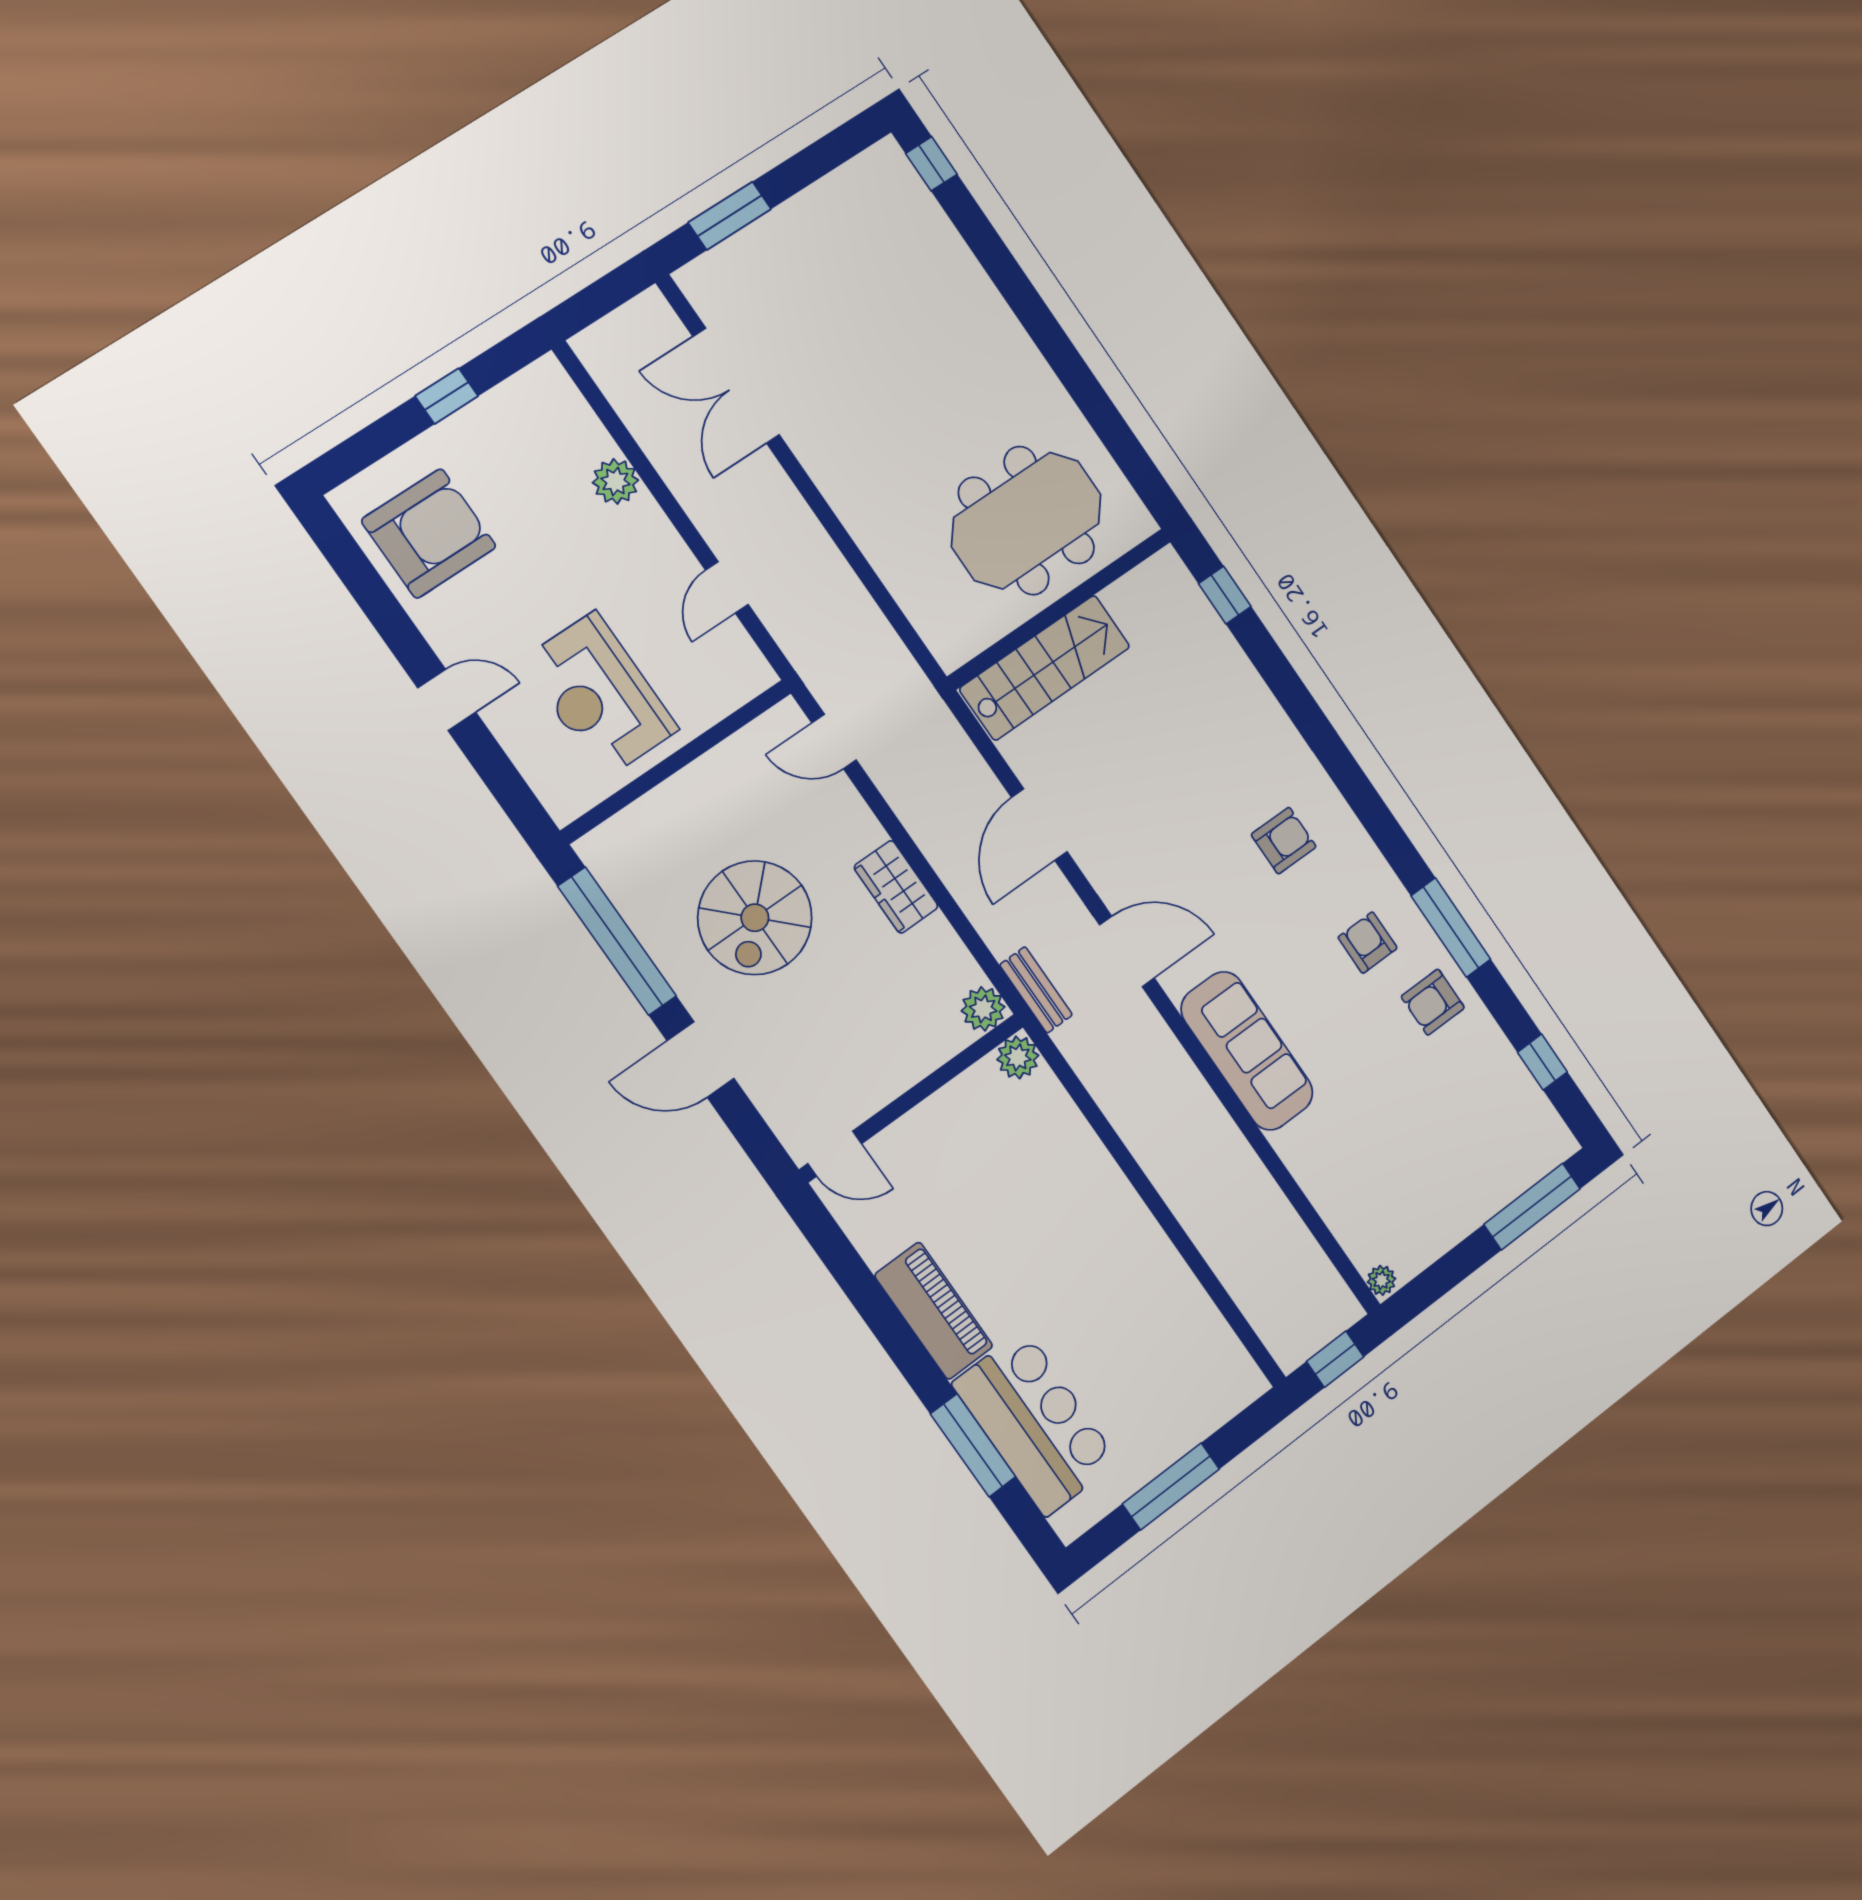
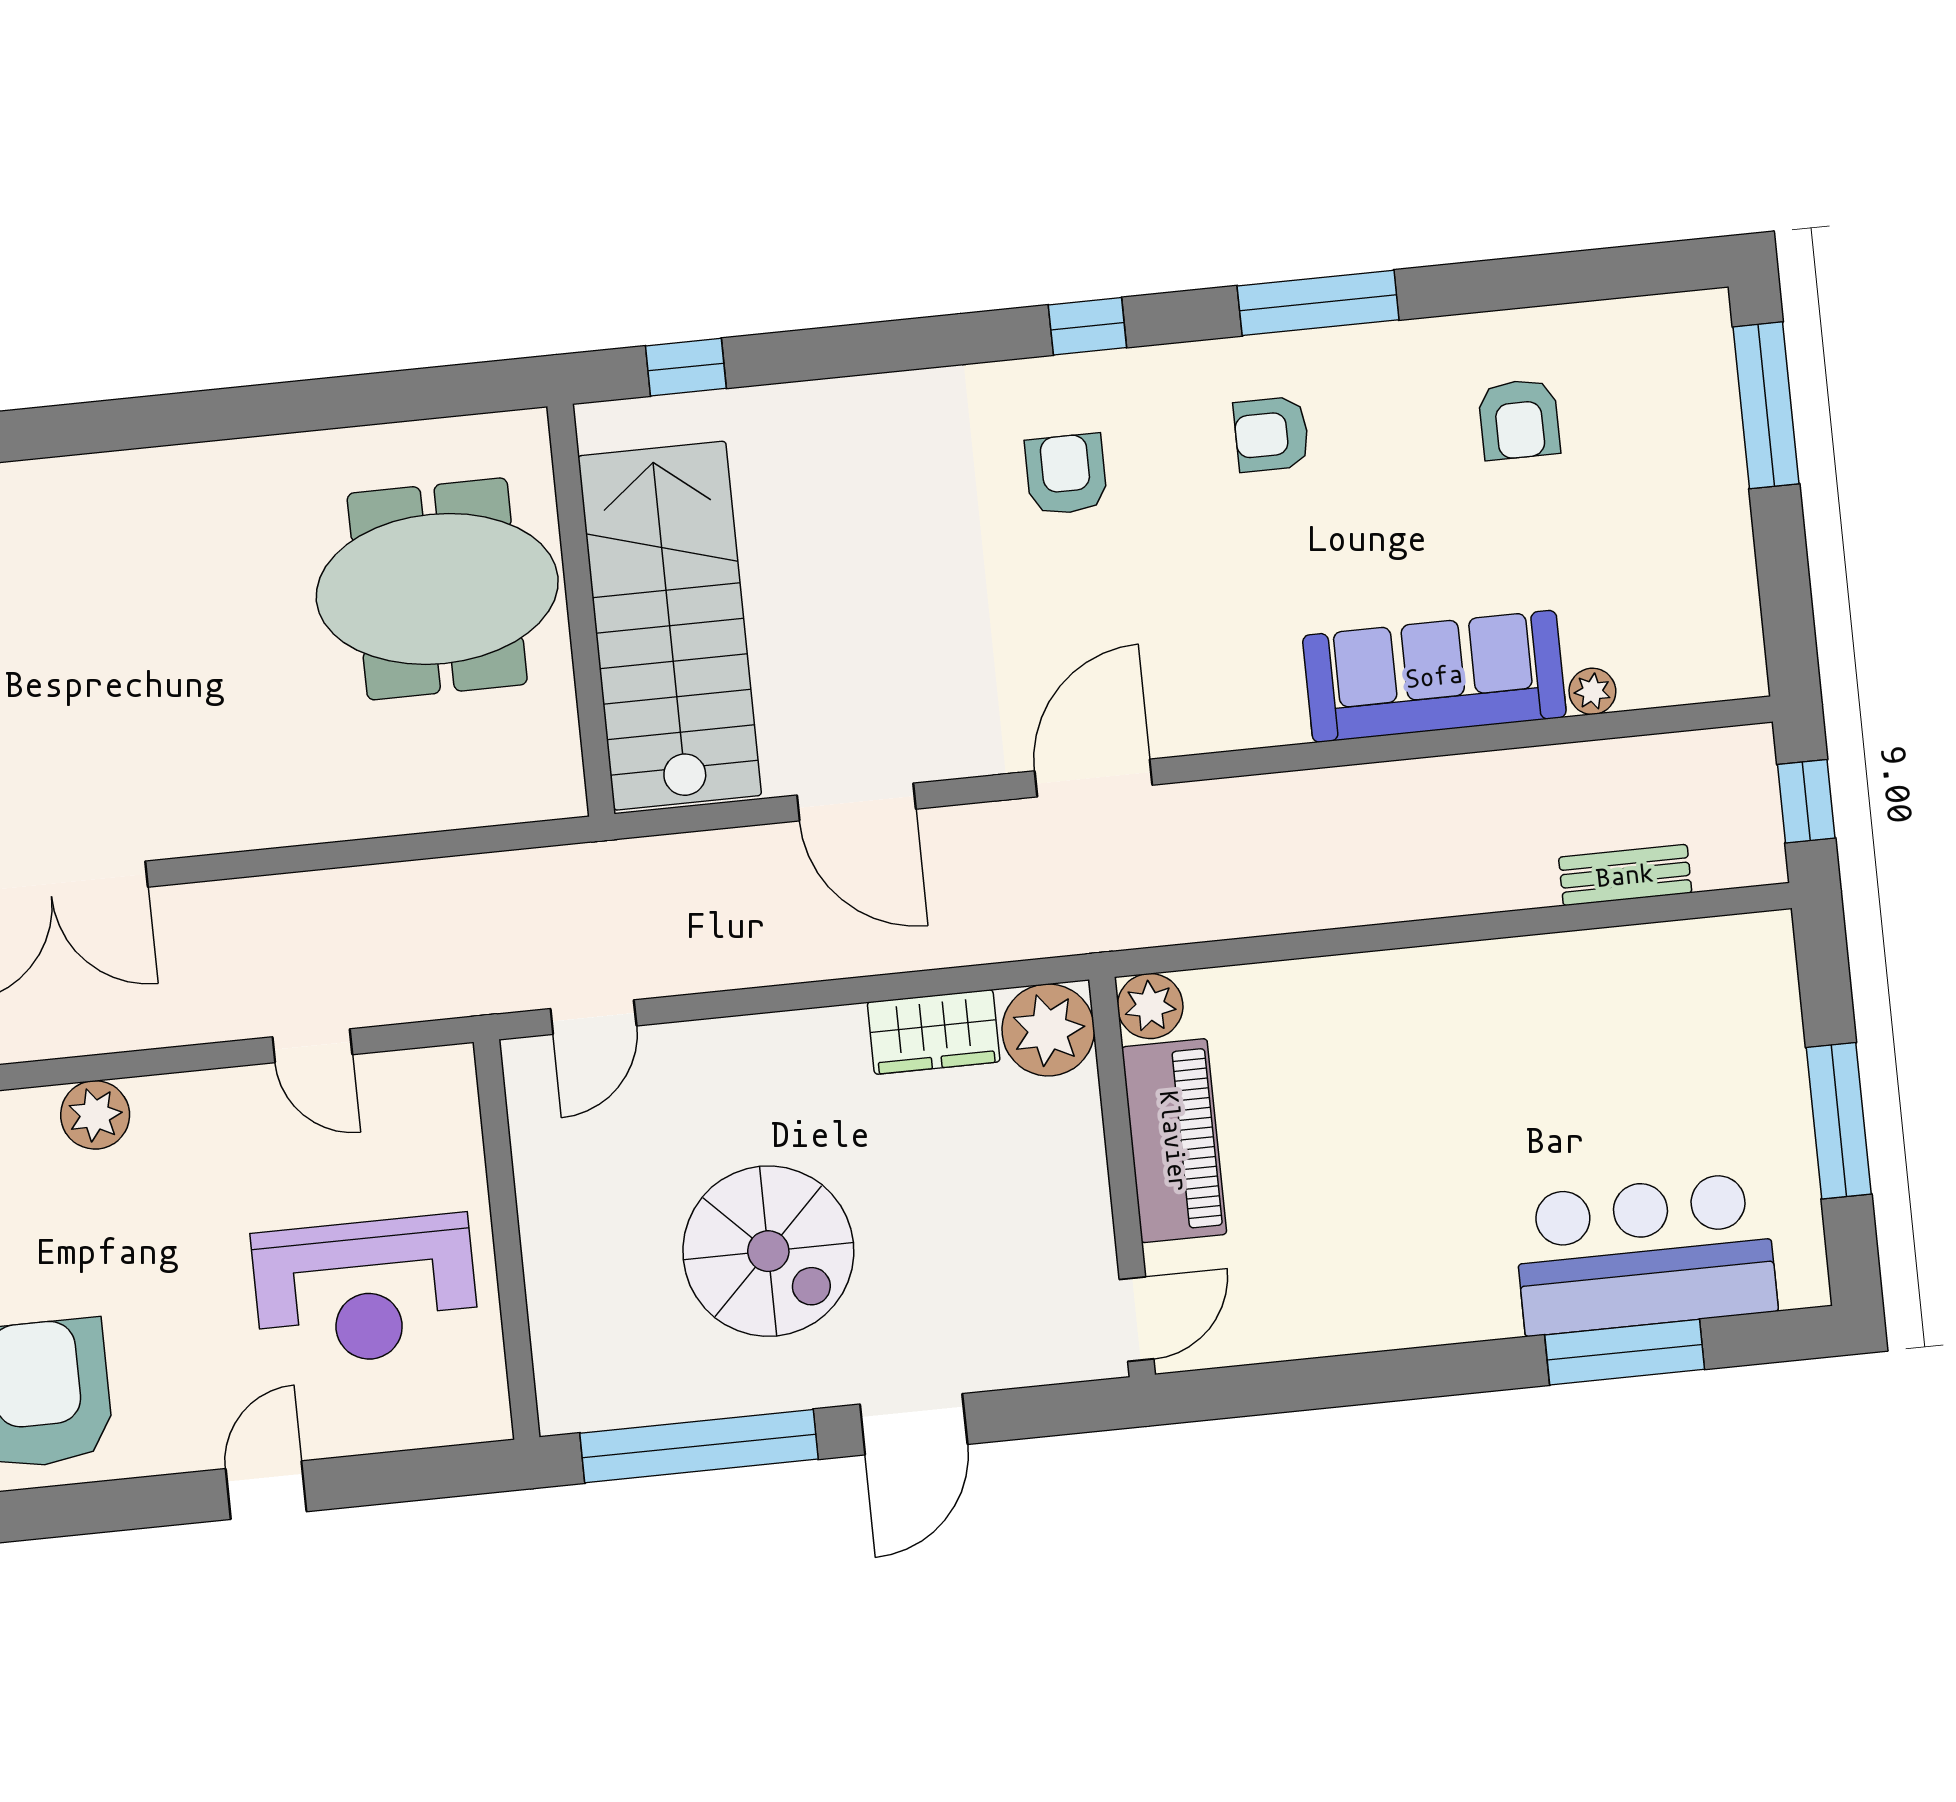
meeting table: (1026, 521) -> (437, 589), turned 90
stairs: (1045, 668) -> (670, 626), width x1.36, depth x1.51
wardrobe: (896, 887) -> (934, 1032), moved
bench: (1036, 990) -> (1625, 875), moved
armchair: (1433, 1002) -> (1519, 419), moved
plant: (983, 1009) -> (1048, 1030), width x1.36, depth x1.36
sofa: (1247, 1051) -> (1434, 676), moved
window: (1542, 1062) -> (1087, 326), moved
plant: (1381, 1280) -> (1592, 691), moved
piano: (934, 1311) -> (1174, 1141), moved, turned 90

